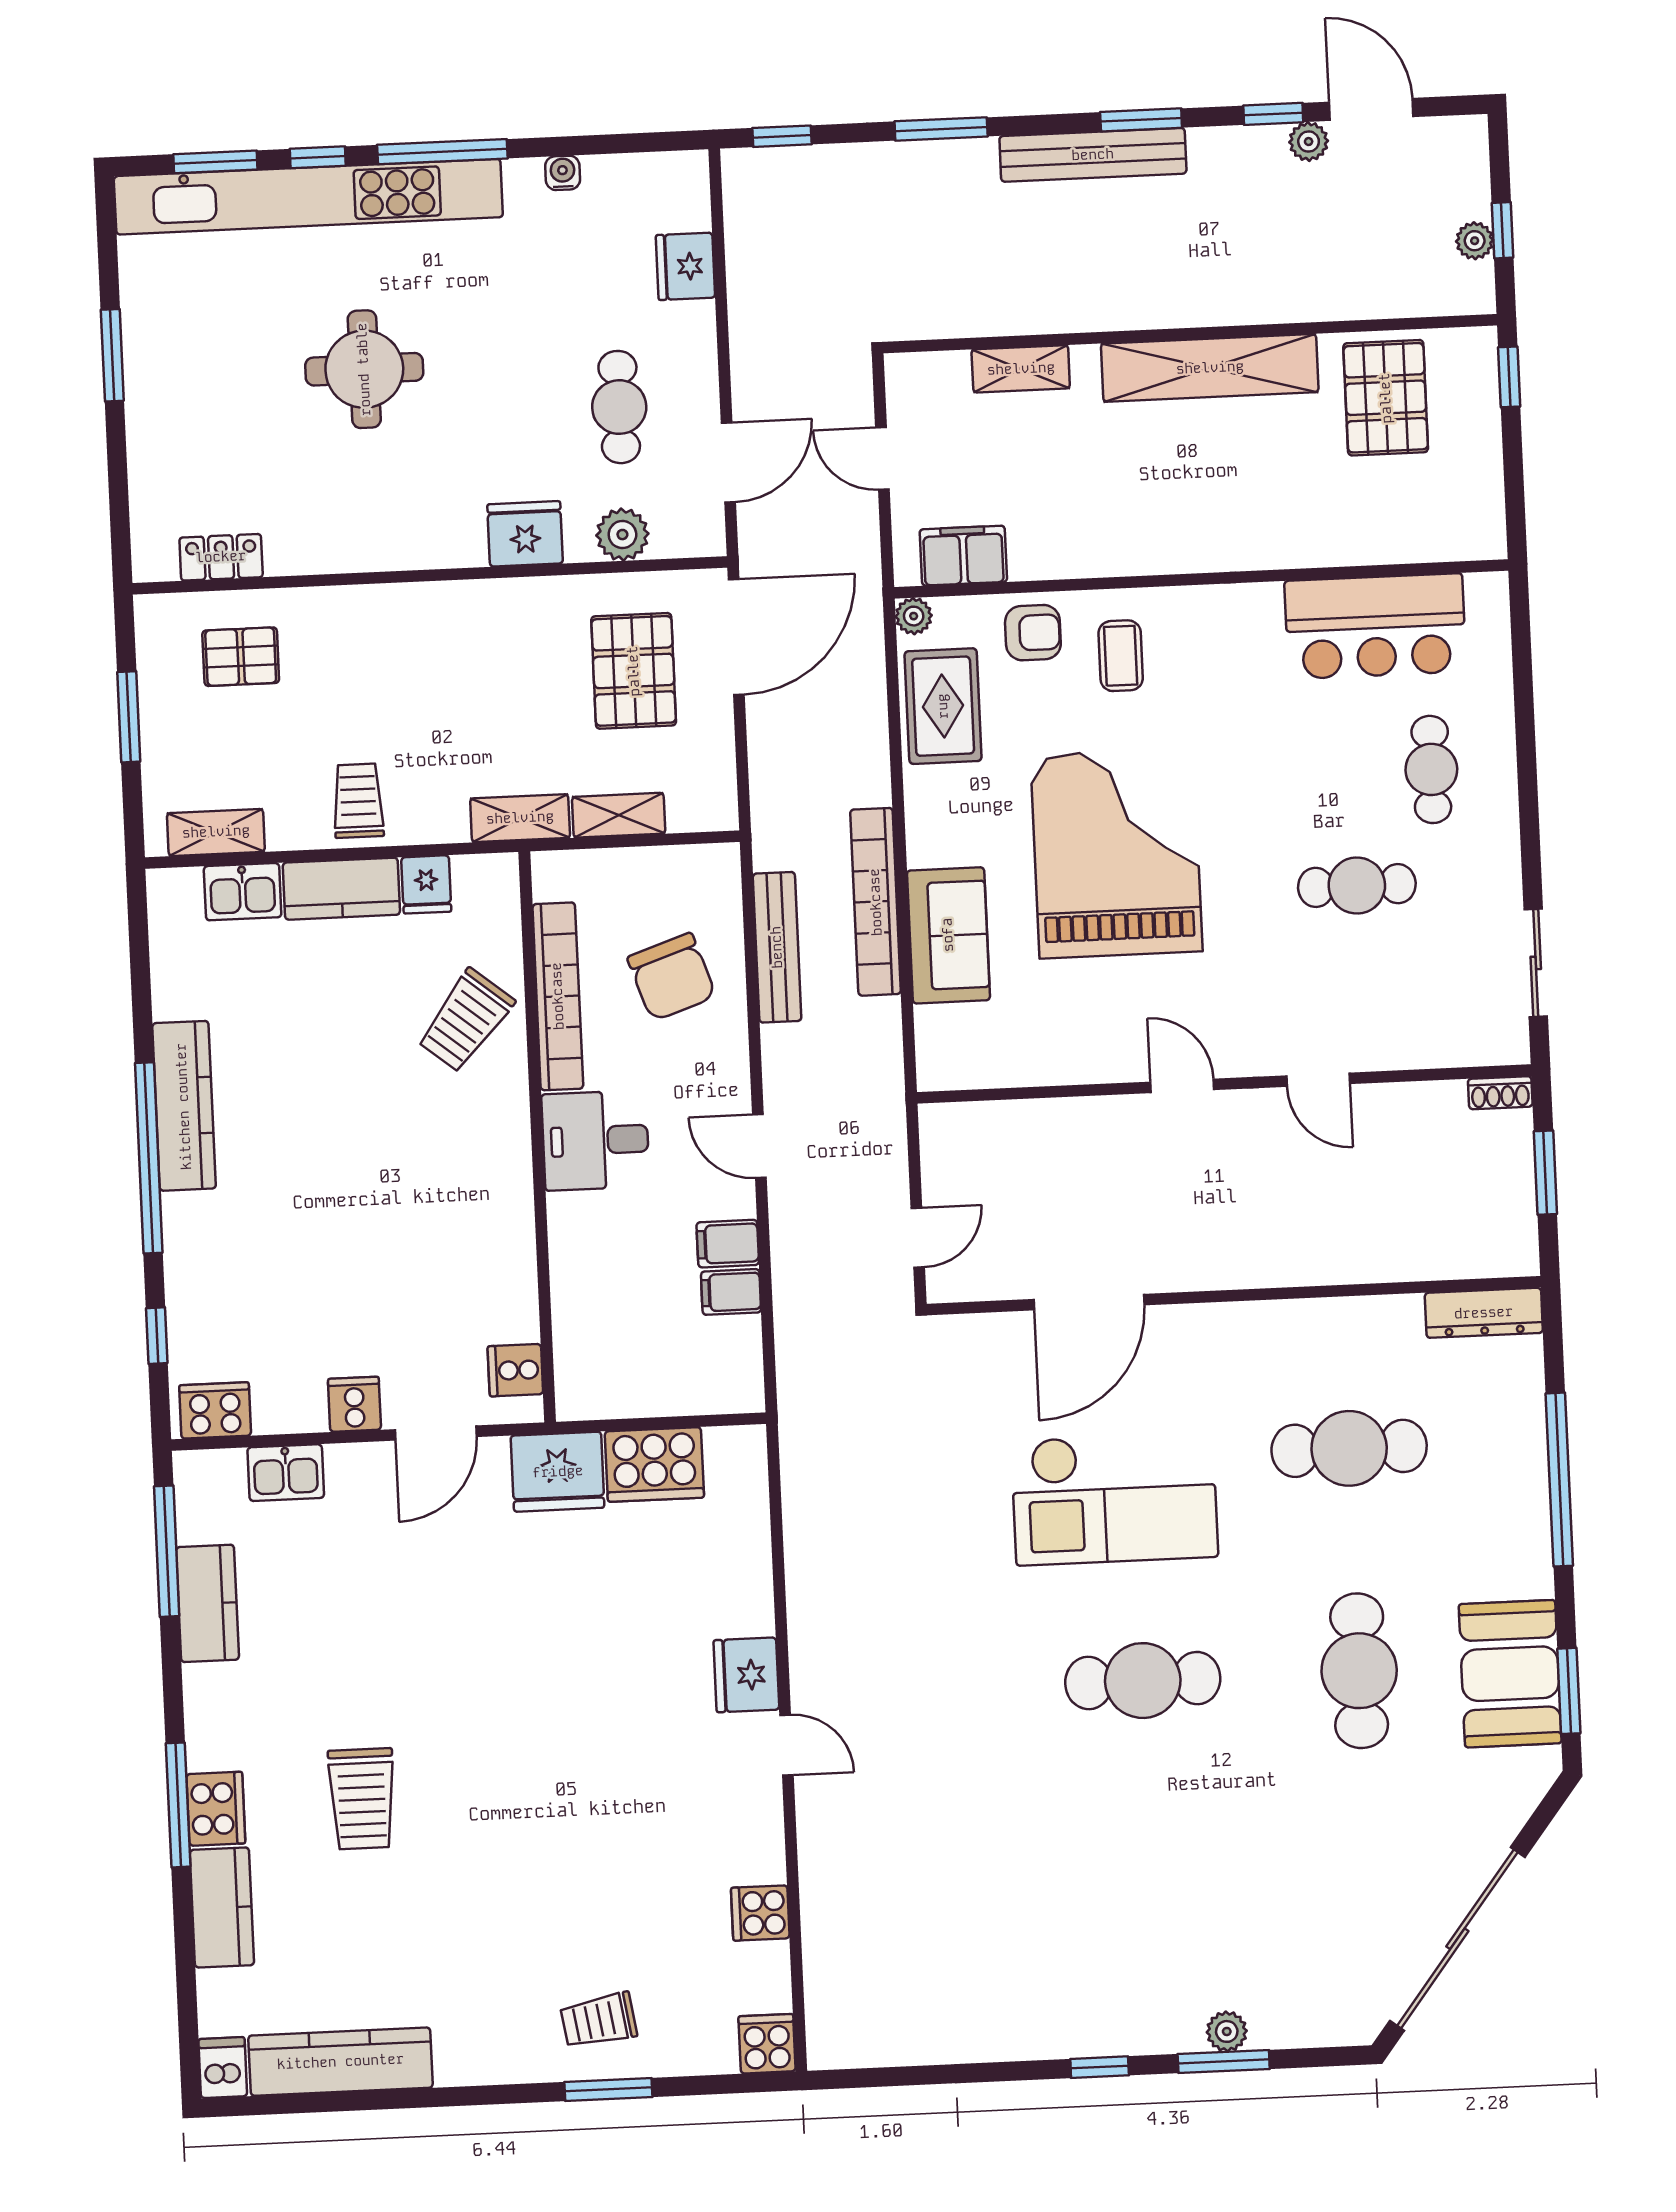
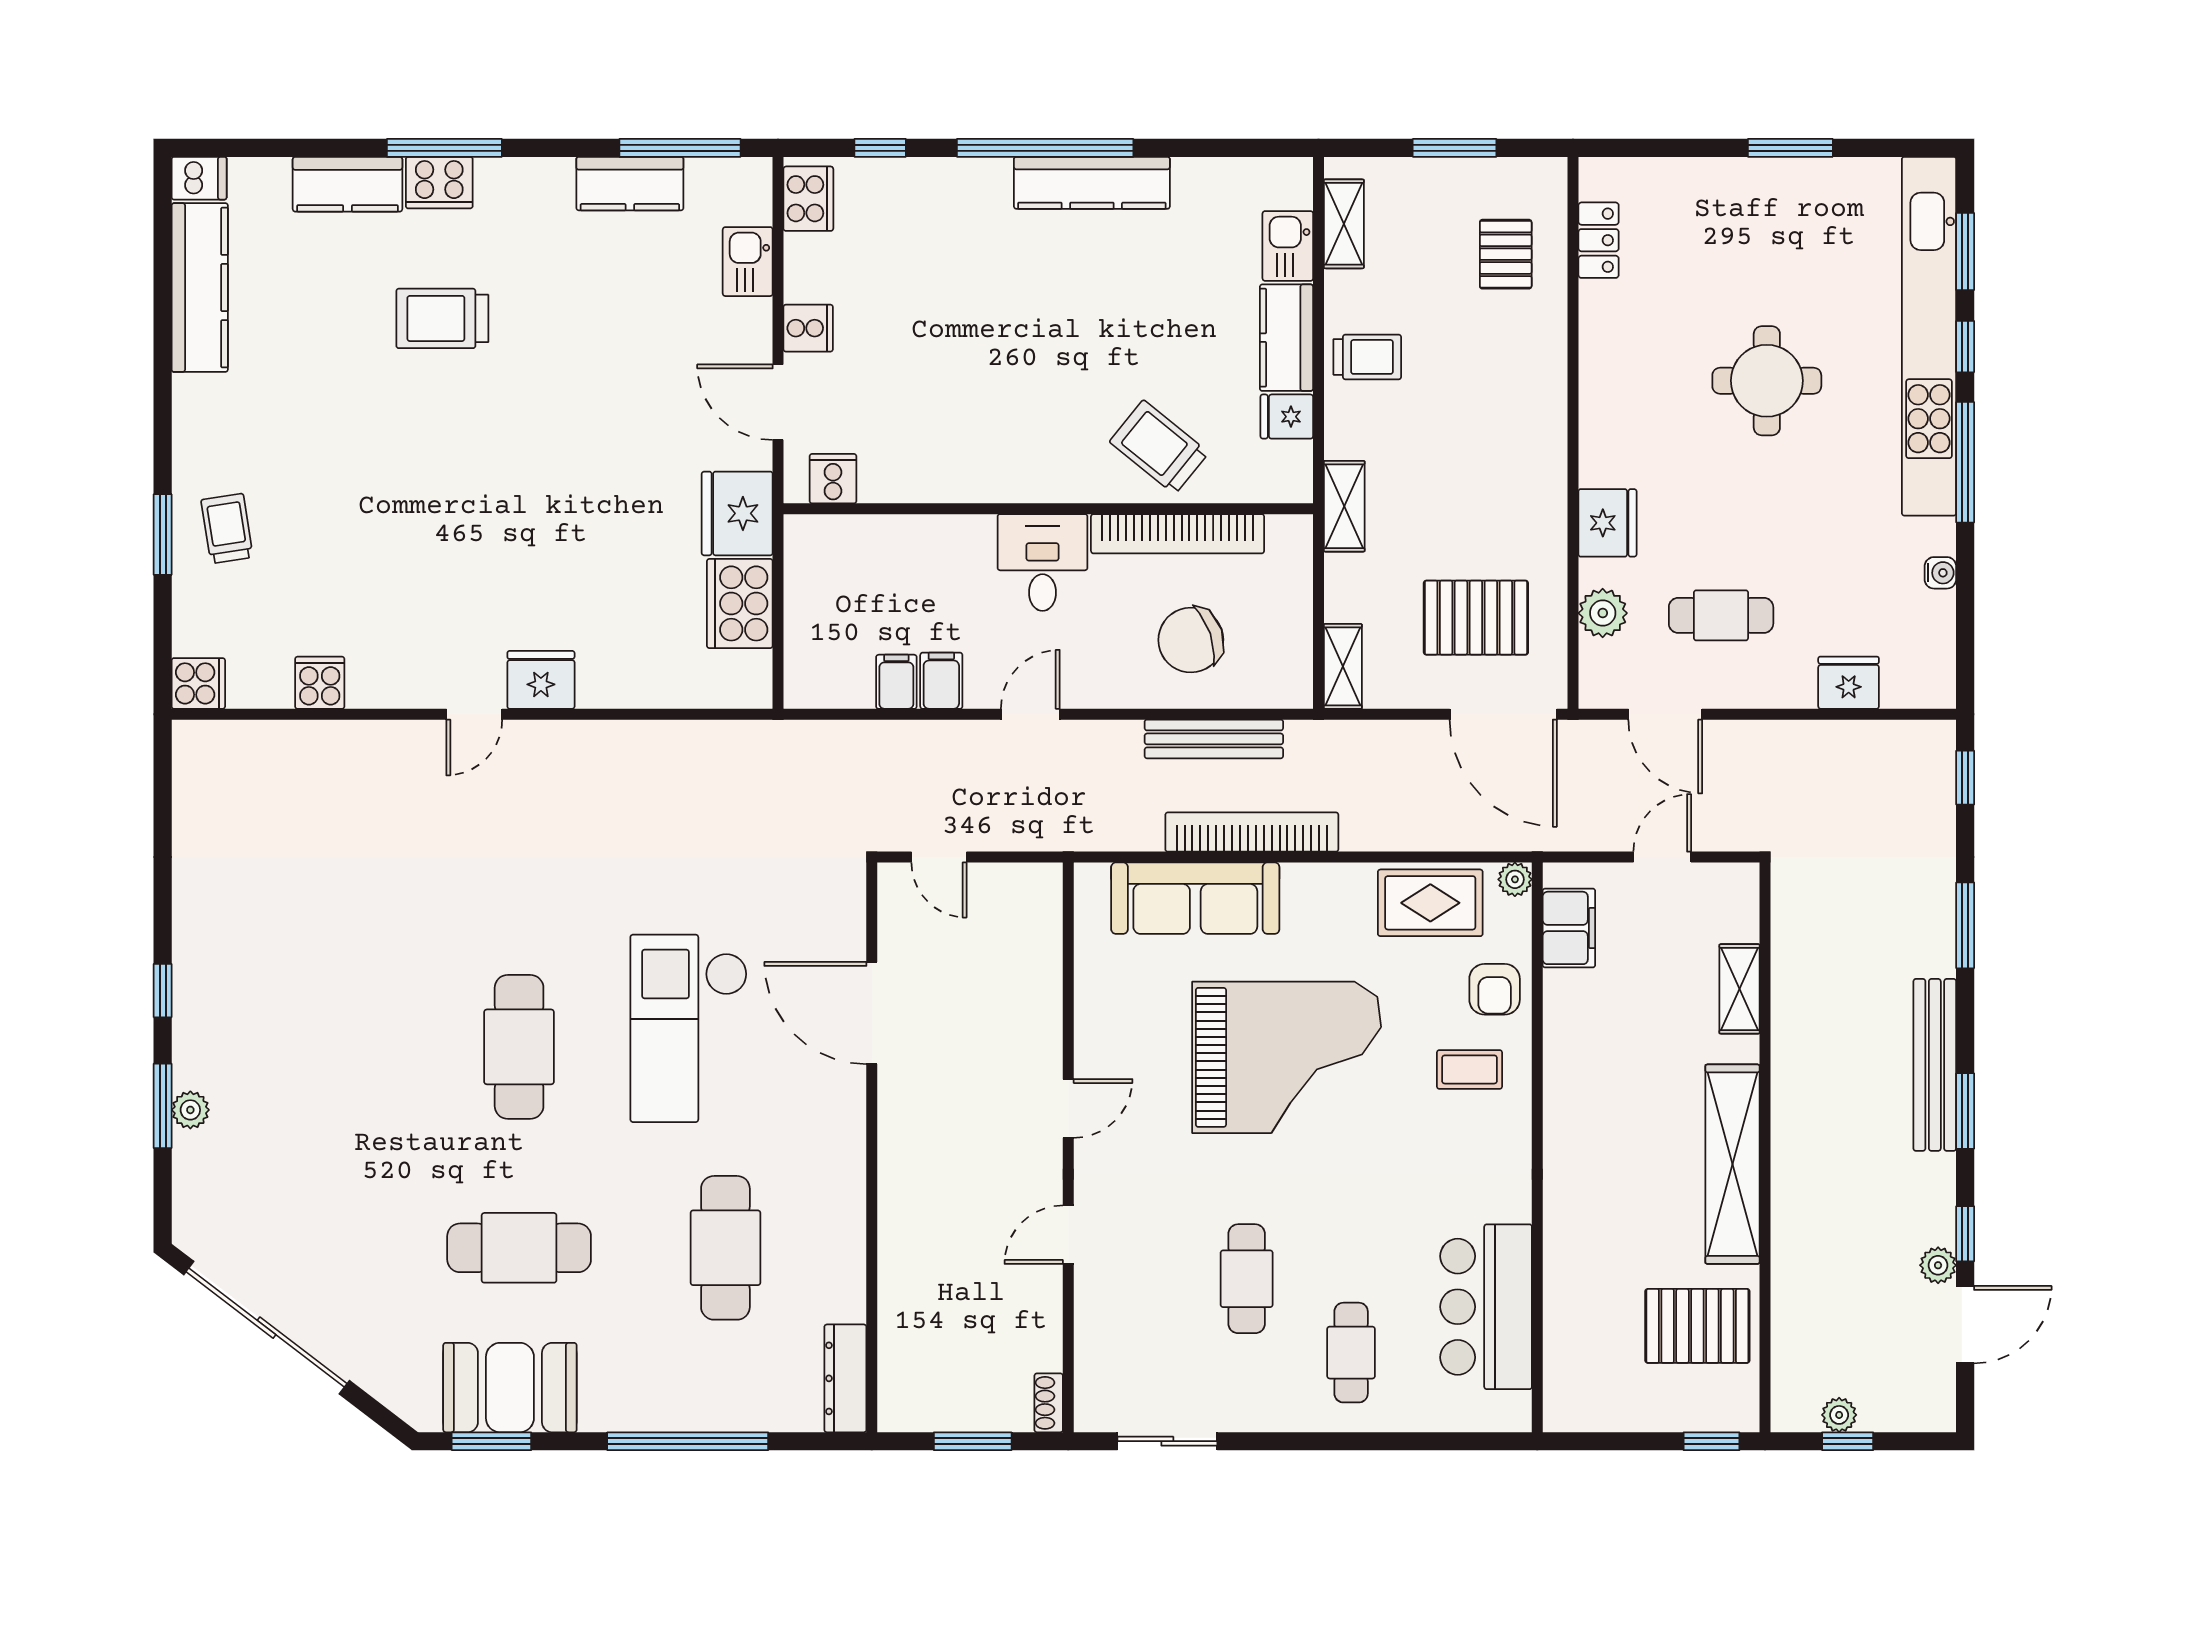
cafe table: (1431, 769) -> (1351, 1353), turned 90
shelving: (619, 815) -> (1343, 666), moved
sofa: (948, 935) -> (1195, 898), width x1.36

